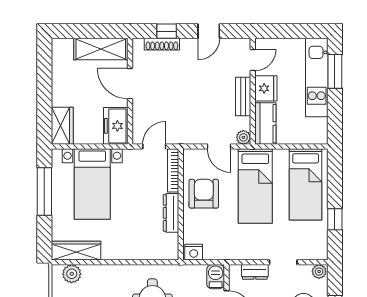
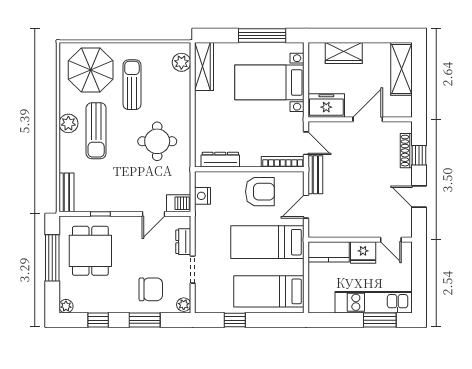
shelving: (101, 49) -> (402, 69), moved
bench: (243, 97) -> (315, 175), moved, turned 90
wardrobe: (62, 126) -> (344, 53), moved
plant: (243, 137) -> (315, 231), removed
dresser: (171, 213) -> (220, 160), moved
nightstand: (194, 252) -> (203, 196), moved

